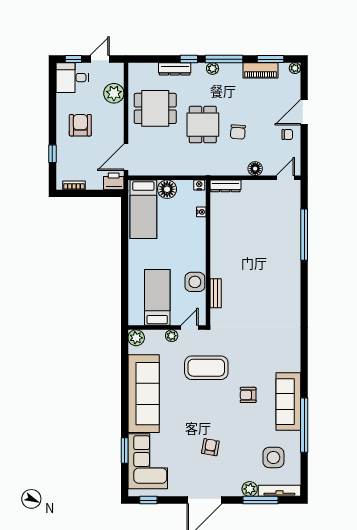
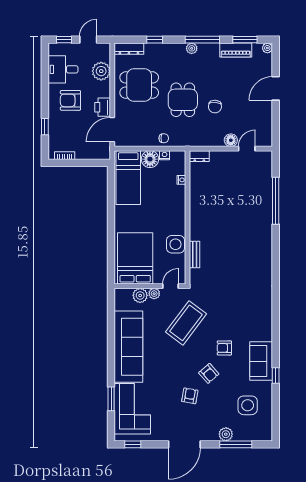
window: (189, 59) -> (155, 40), moved
dresser: (175, 69) -> (129, 49), moved
desk: (72, 78) -> (63, 69), moved
armchair: (80, 125) -> (70, 100), turned -90
chair: (287, 135) -> (164, 138), moved
door: (285, 178) -> (247, 149), moved
printer: (114, 181) -> (103, 107), moved, turned -90
nightstand: (199, 185) -> (165, 155), moved
dresser: (225, 186) -> (199, 156), width x0.70
bed: (157, 297) -> (135, 258), width x1.50
plant: (136, 338) -> (140, 295), moved
coffee table: (206, 368) -> (186, 323), turned -53
sofa: (288, 402) -> (261, 361), width x0.73
armchair: (231, 423) -> (209, 373), added
window: (304, 425) -> (276, 376), width x0.32
tv unit: (279, 491) -> (253, 436), removed

